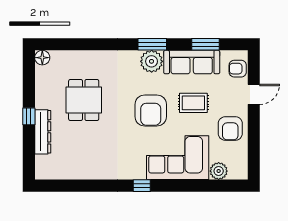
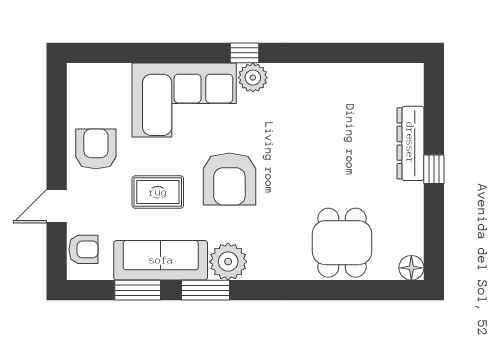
window: (152, 44) -> (206, 290), moved
dining table: (84, 100) -> (342, 243), moved
armchair: (151, 111) -> (229, 179), turned 180
plant: (219, 171) -> (253, 78), moved

